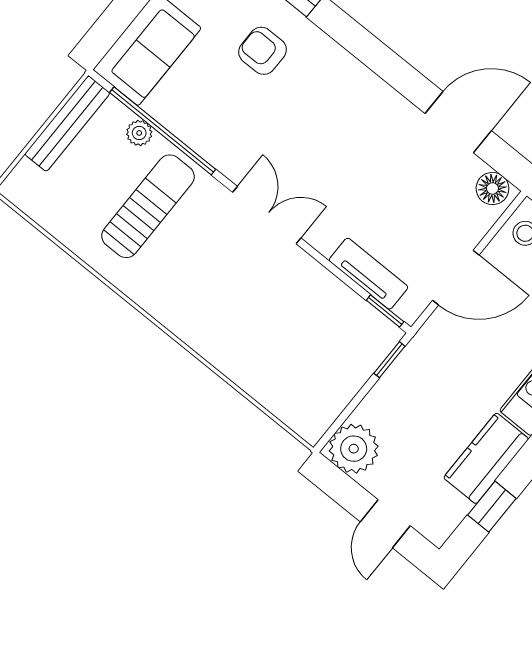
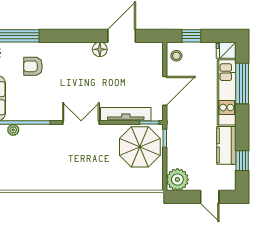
floor lamp: (492, 188) -> (100, 49), moved
sun lounger: (148, 206) -> (37, 153), removed
tv unit: (368, 274) -> (126, 114), width x1.41
parasol: (334, 340) -> (140, 147), added

